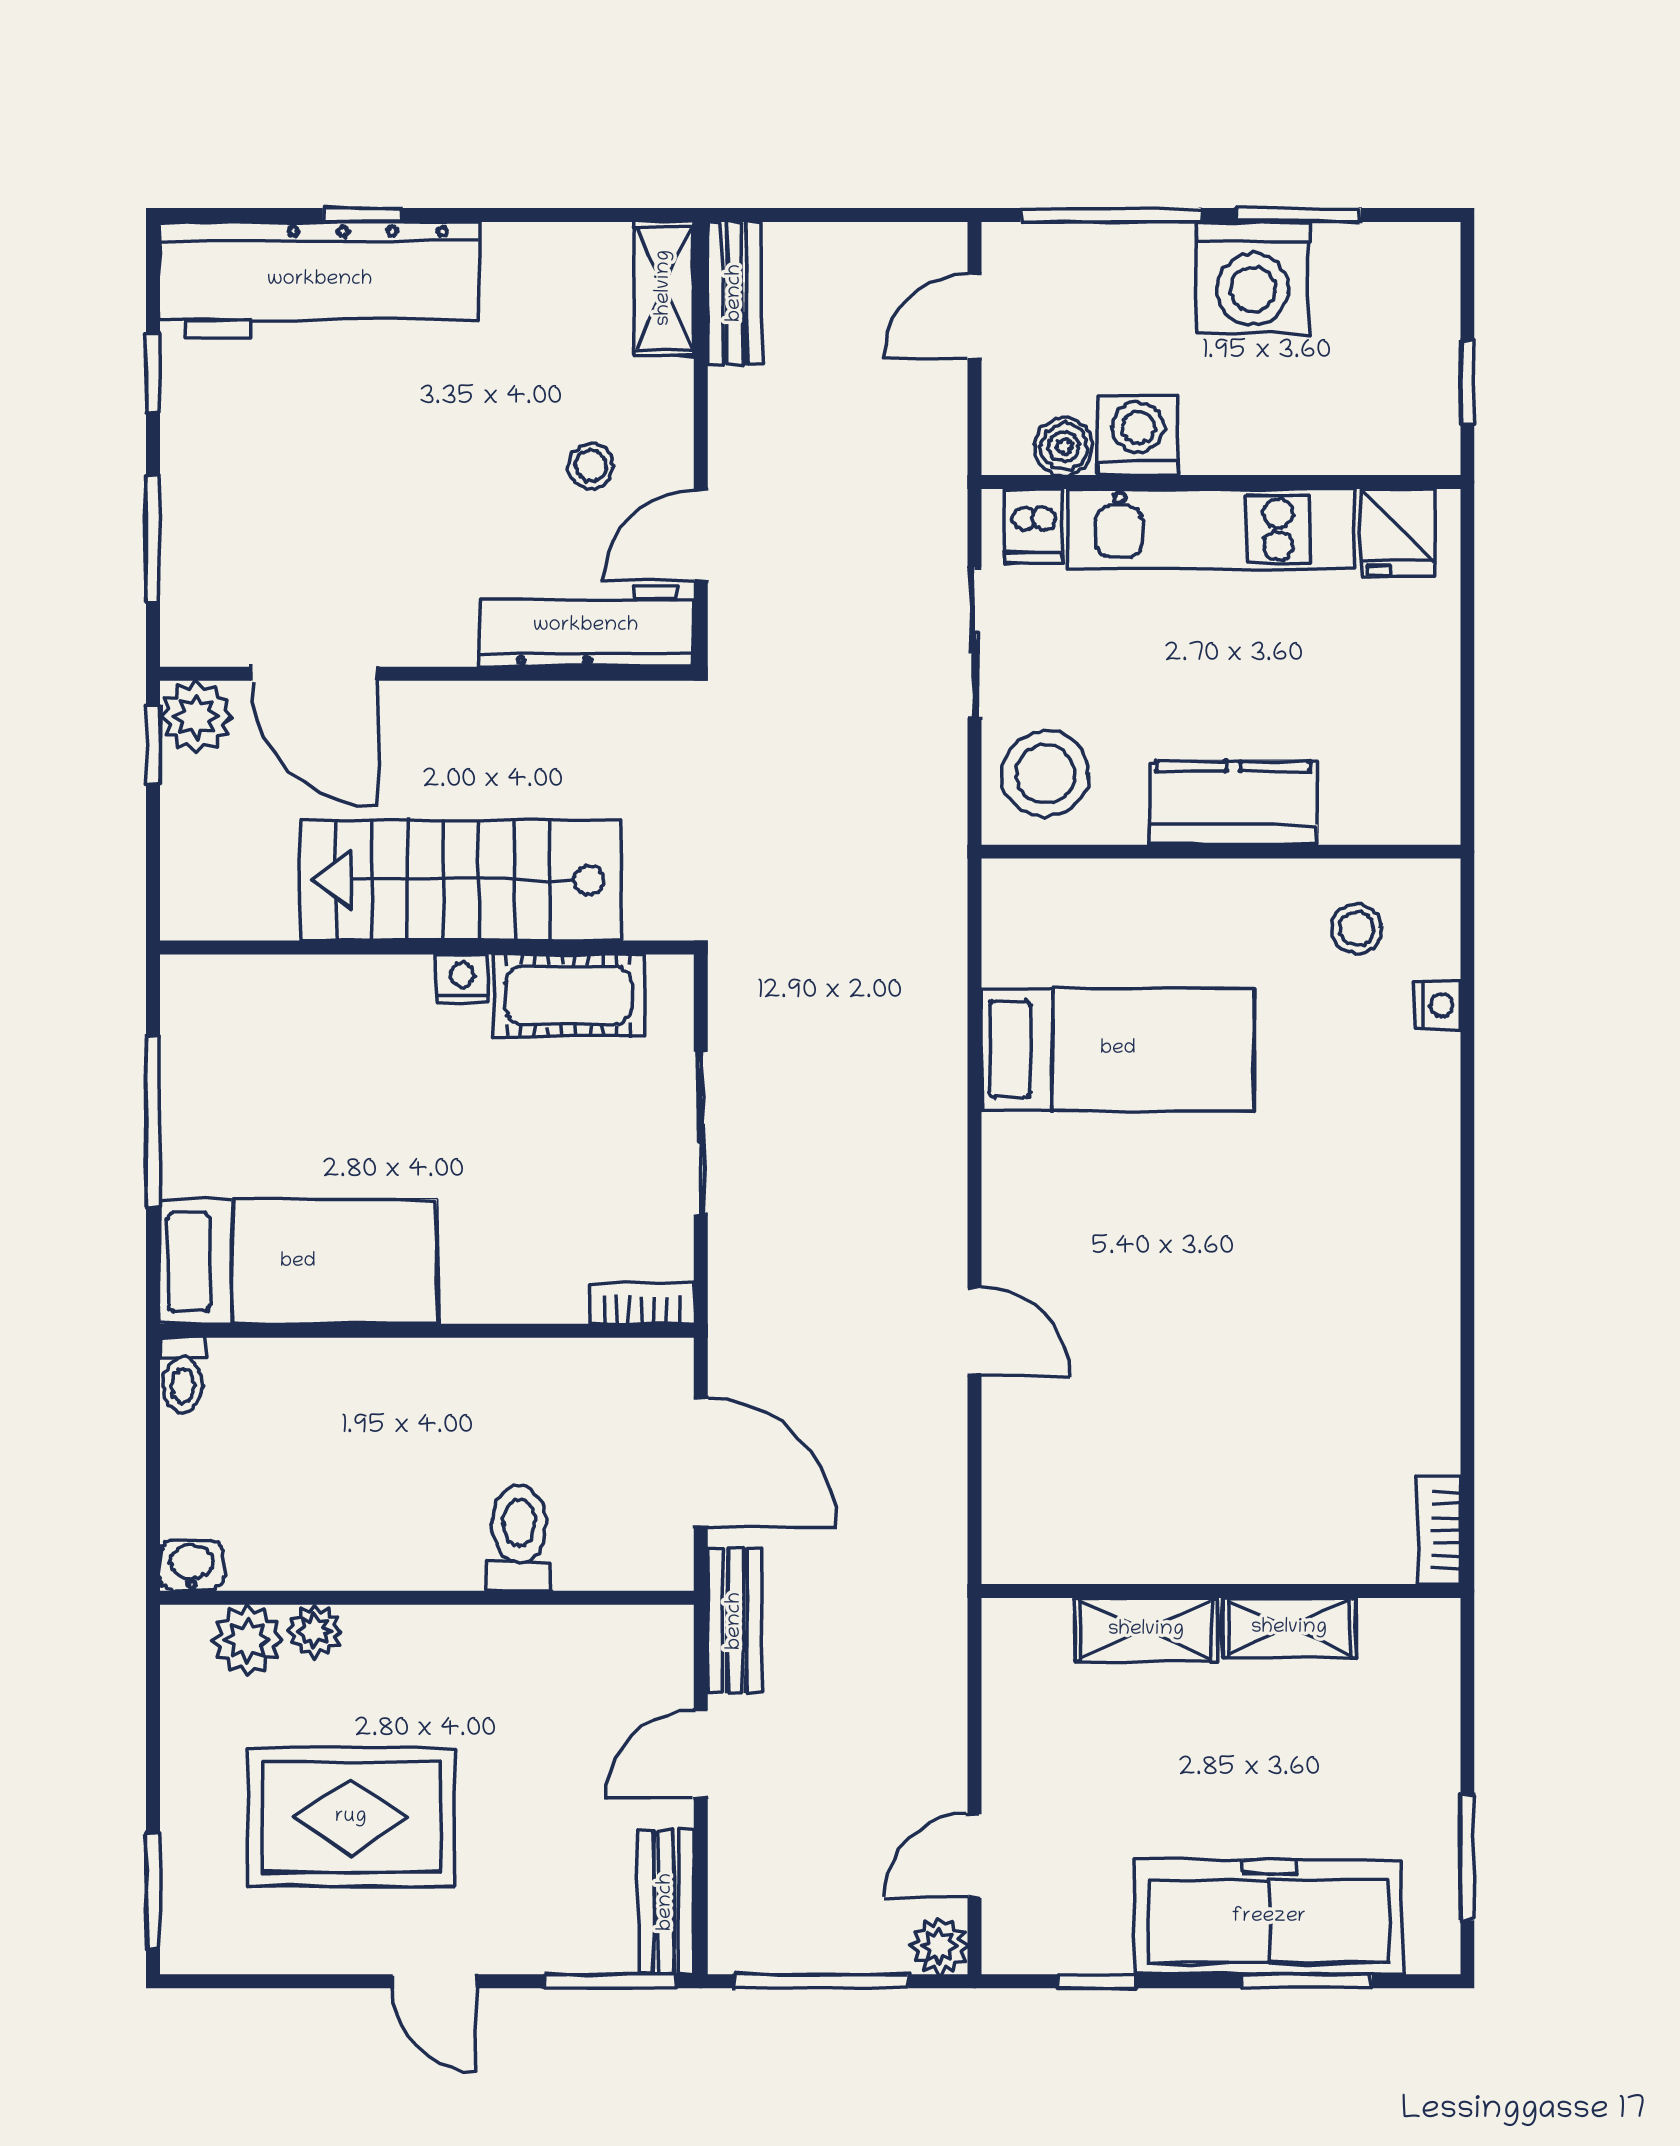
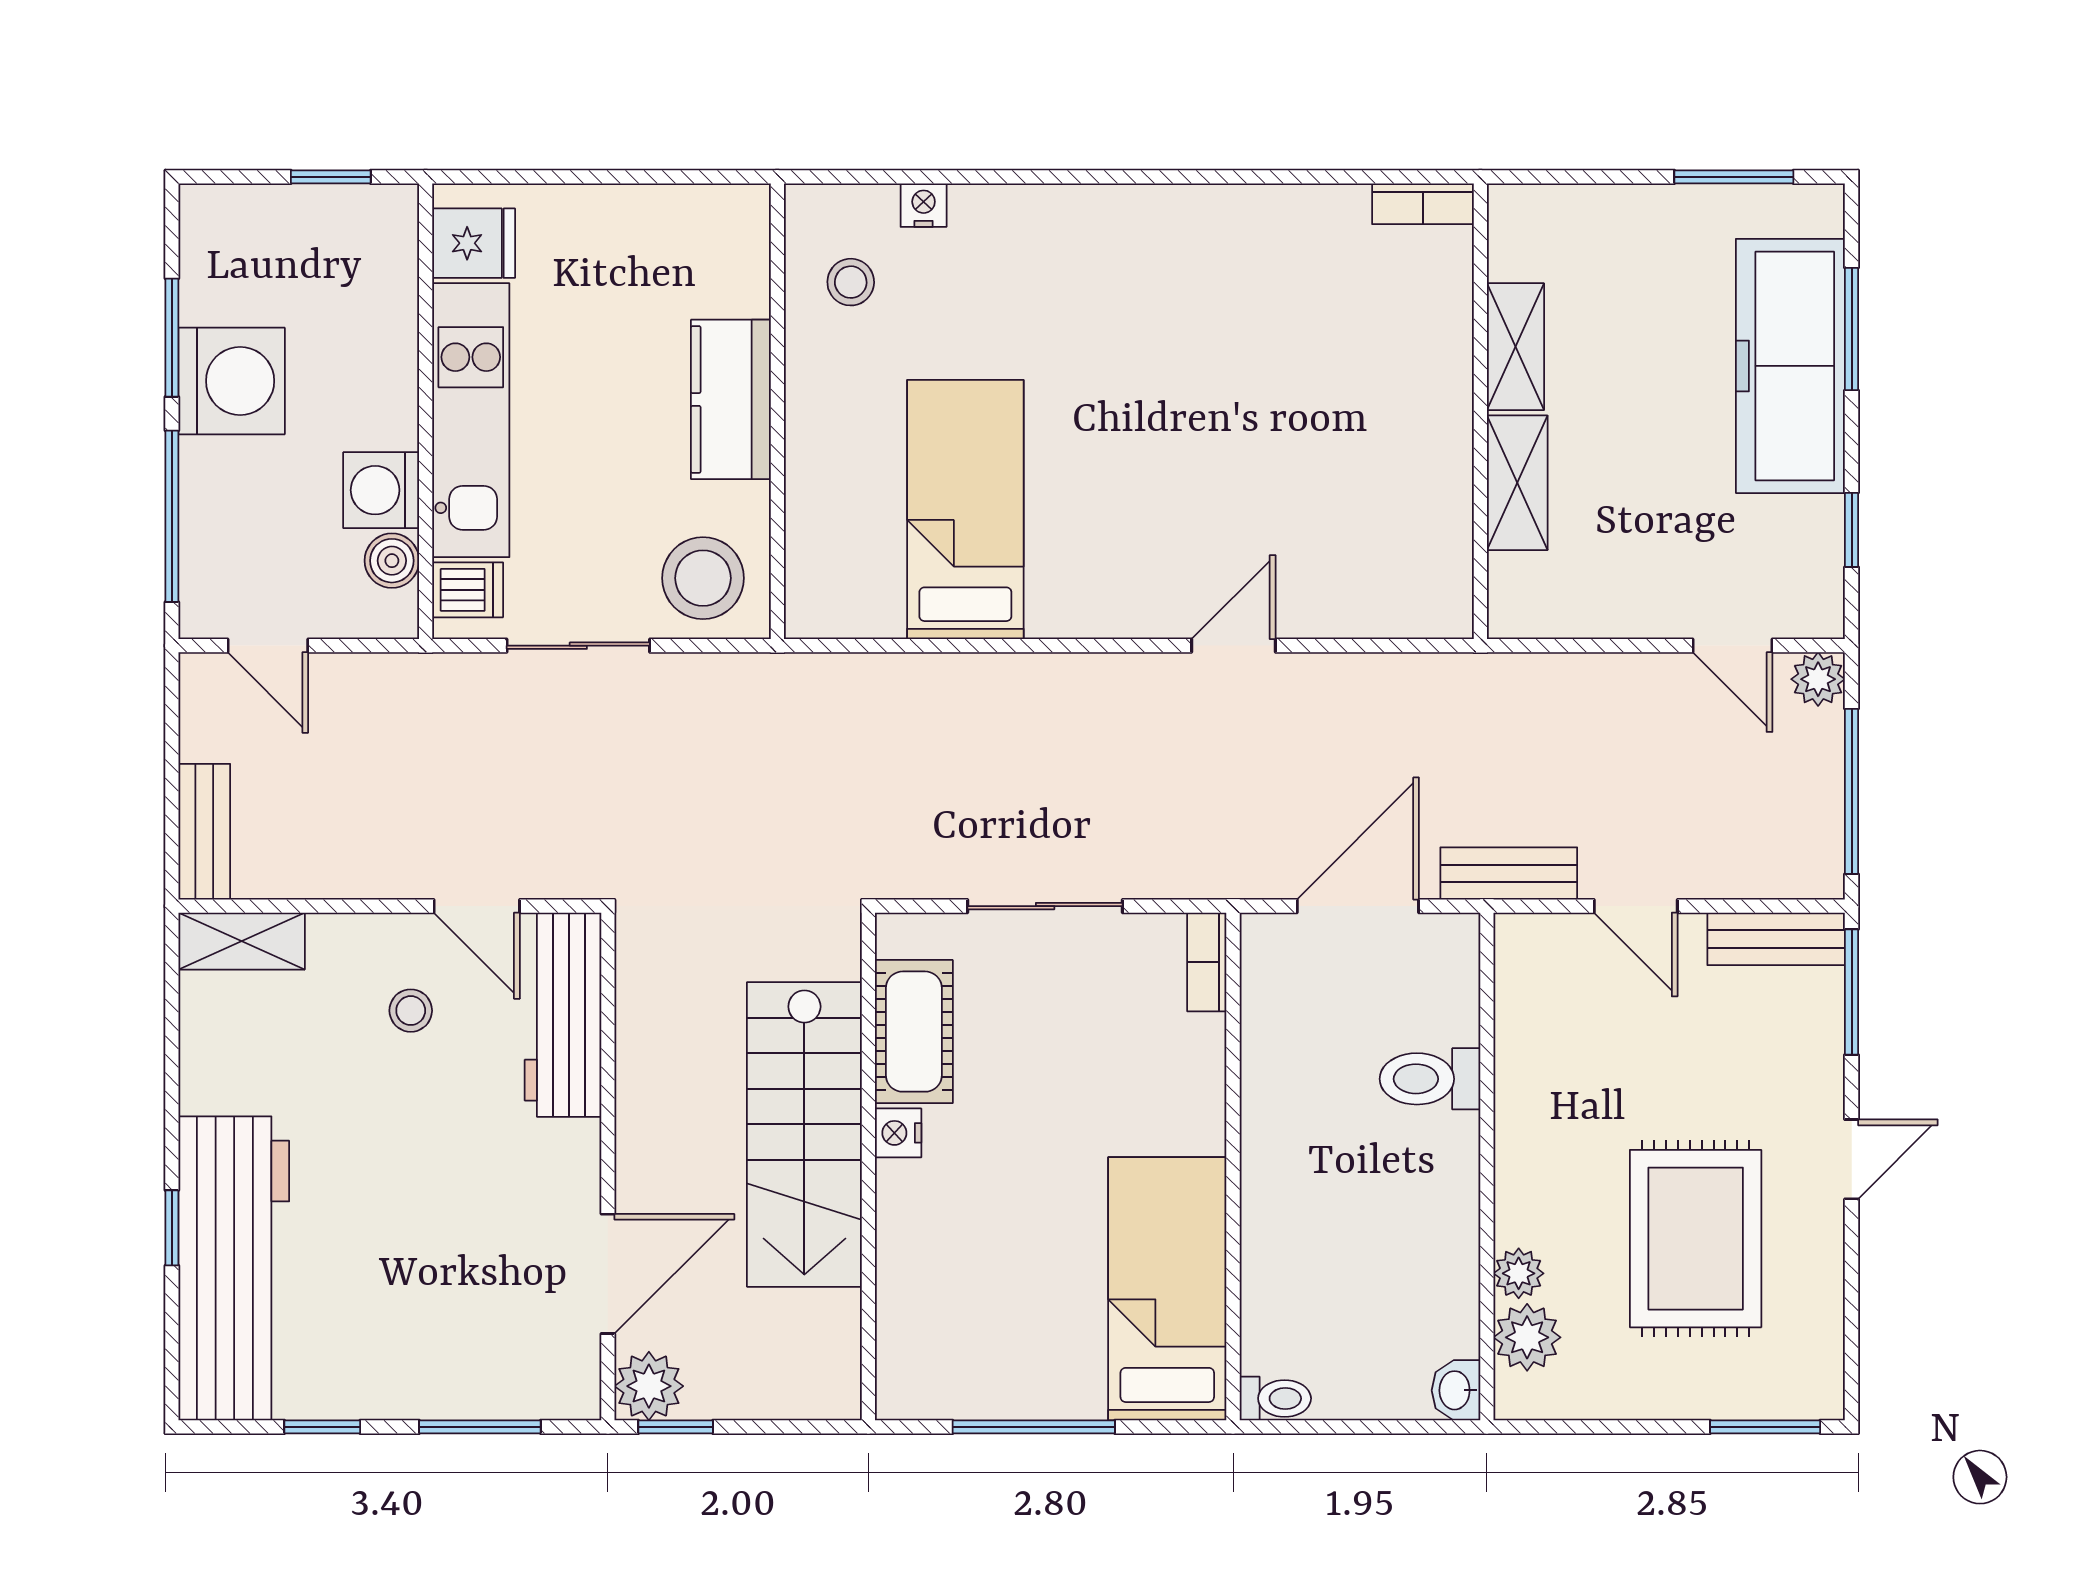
bench: (735, 293) -> (204, 832), moved, turned 90

